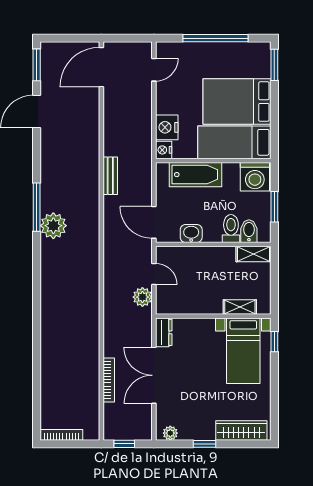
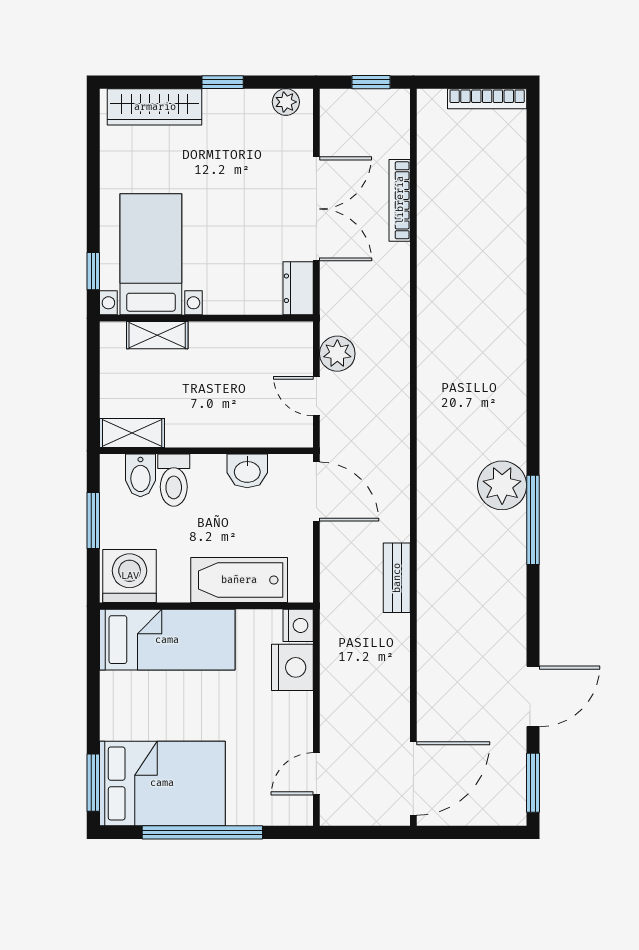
bed: (237, 102) -> (162, 783), moved

